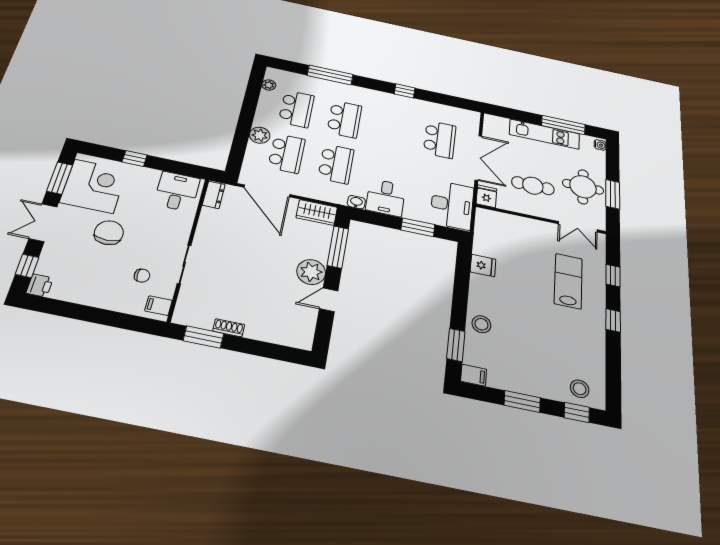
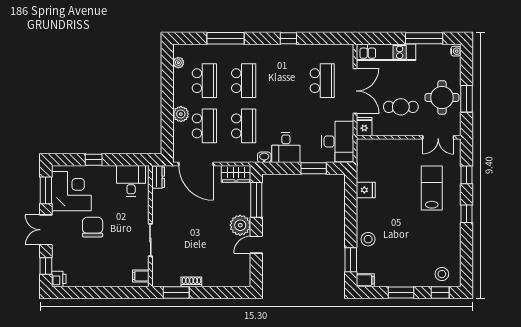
kitchen unit: (544, 134) -> (386, 52), moved
chair: (142, 276) -> (124, 256), removed

